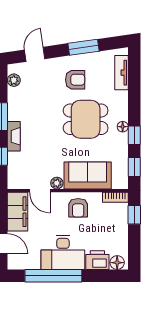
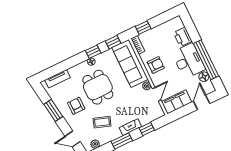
coffee table: (38, 103) -> (102, 122), added
sofa: (88, 176) -> (130, 63), width x1.36
floor lamp: (117, 263) -> (204, 77), moved

